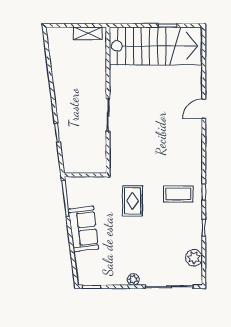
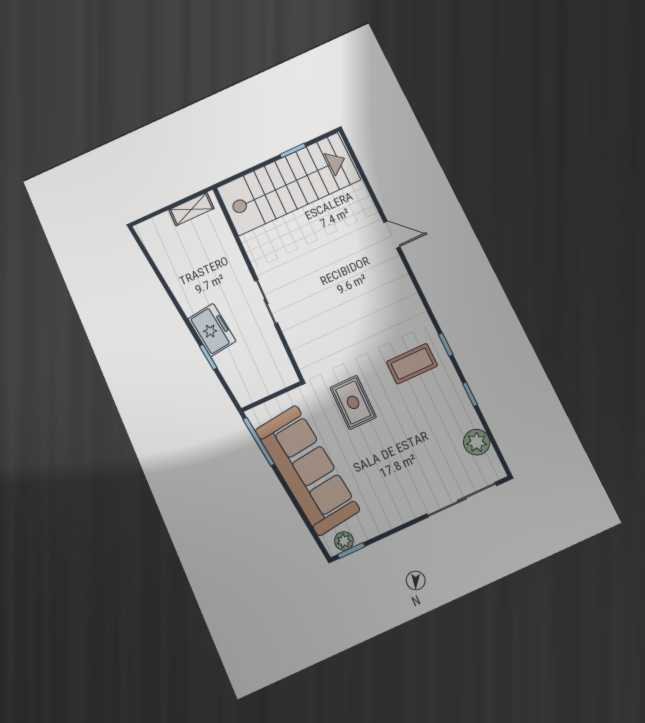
door: (204, 109) -> (392, 235), swing flipped
freezer: (67, 117) -> (212, 330), added
sofa: (84, 229) -> (307, 470), width x1.85, depth x1.27
plant: (133, 279) -> (344, 541), moved

